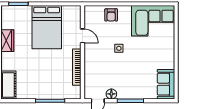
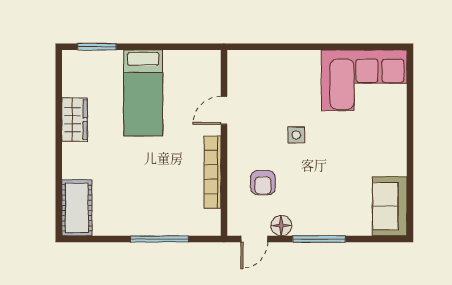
armchair: (111, 15) -> (263, 183), moved
bed: (47, 27) -> (143, 93), width x0.67
door: (82, 36) -> (224, 110), swing flipped

